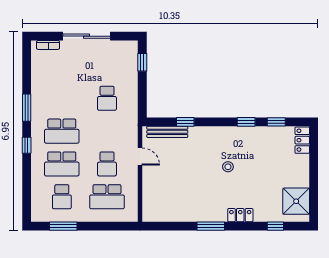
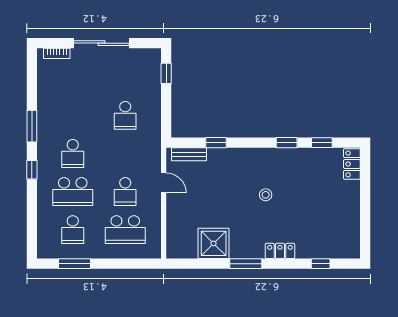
school desk: (62, 131) -> (73, 153), width x0.54
bench: (167, 132) -> (189, 154), width x0.73
shower: (296, 201) -> (214, 243), moved

